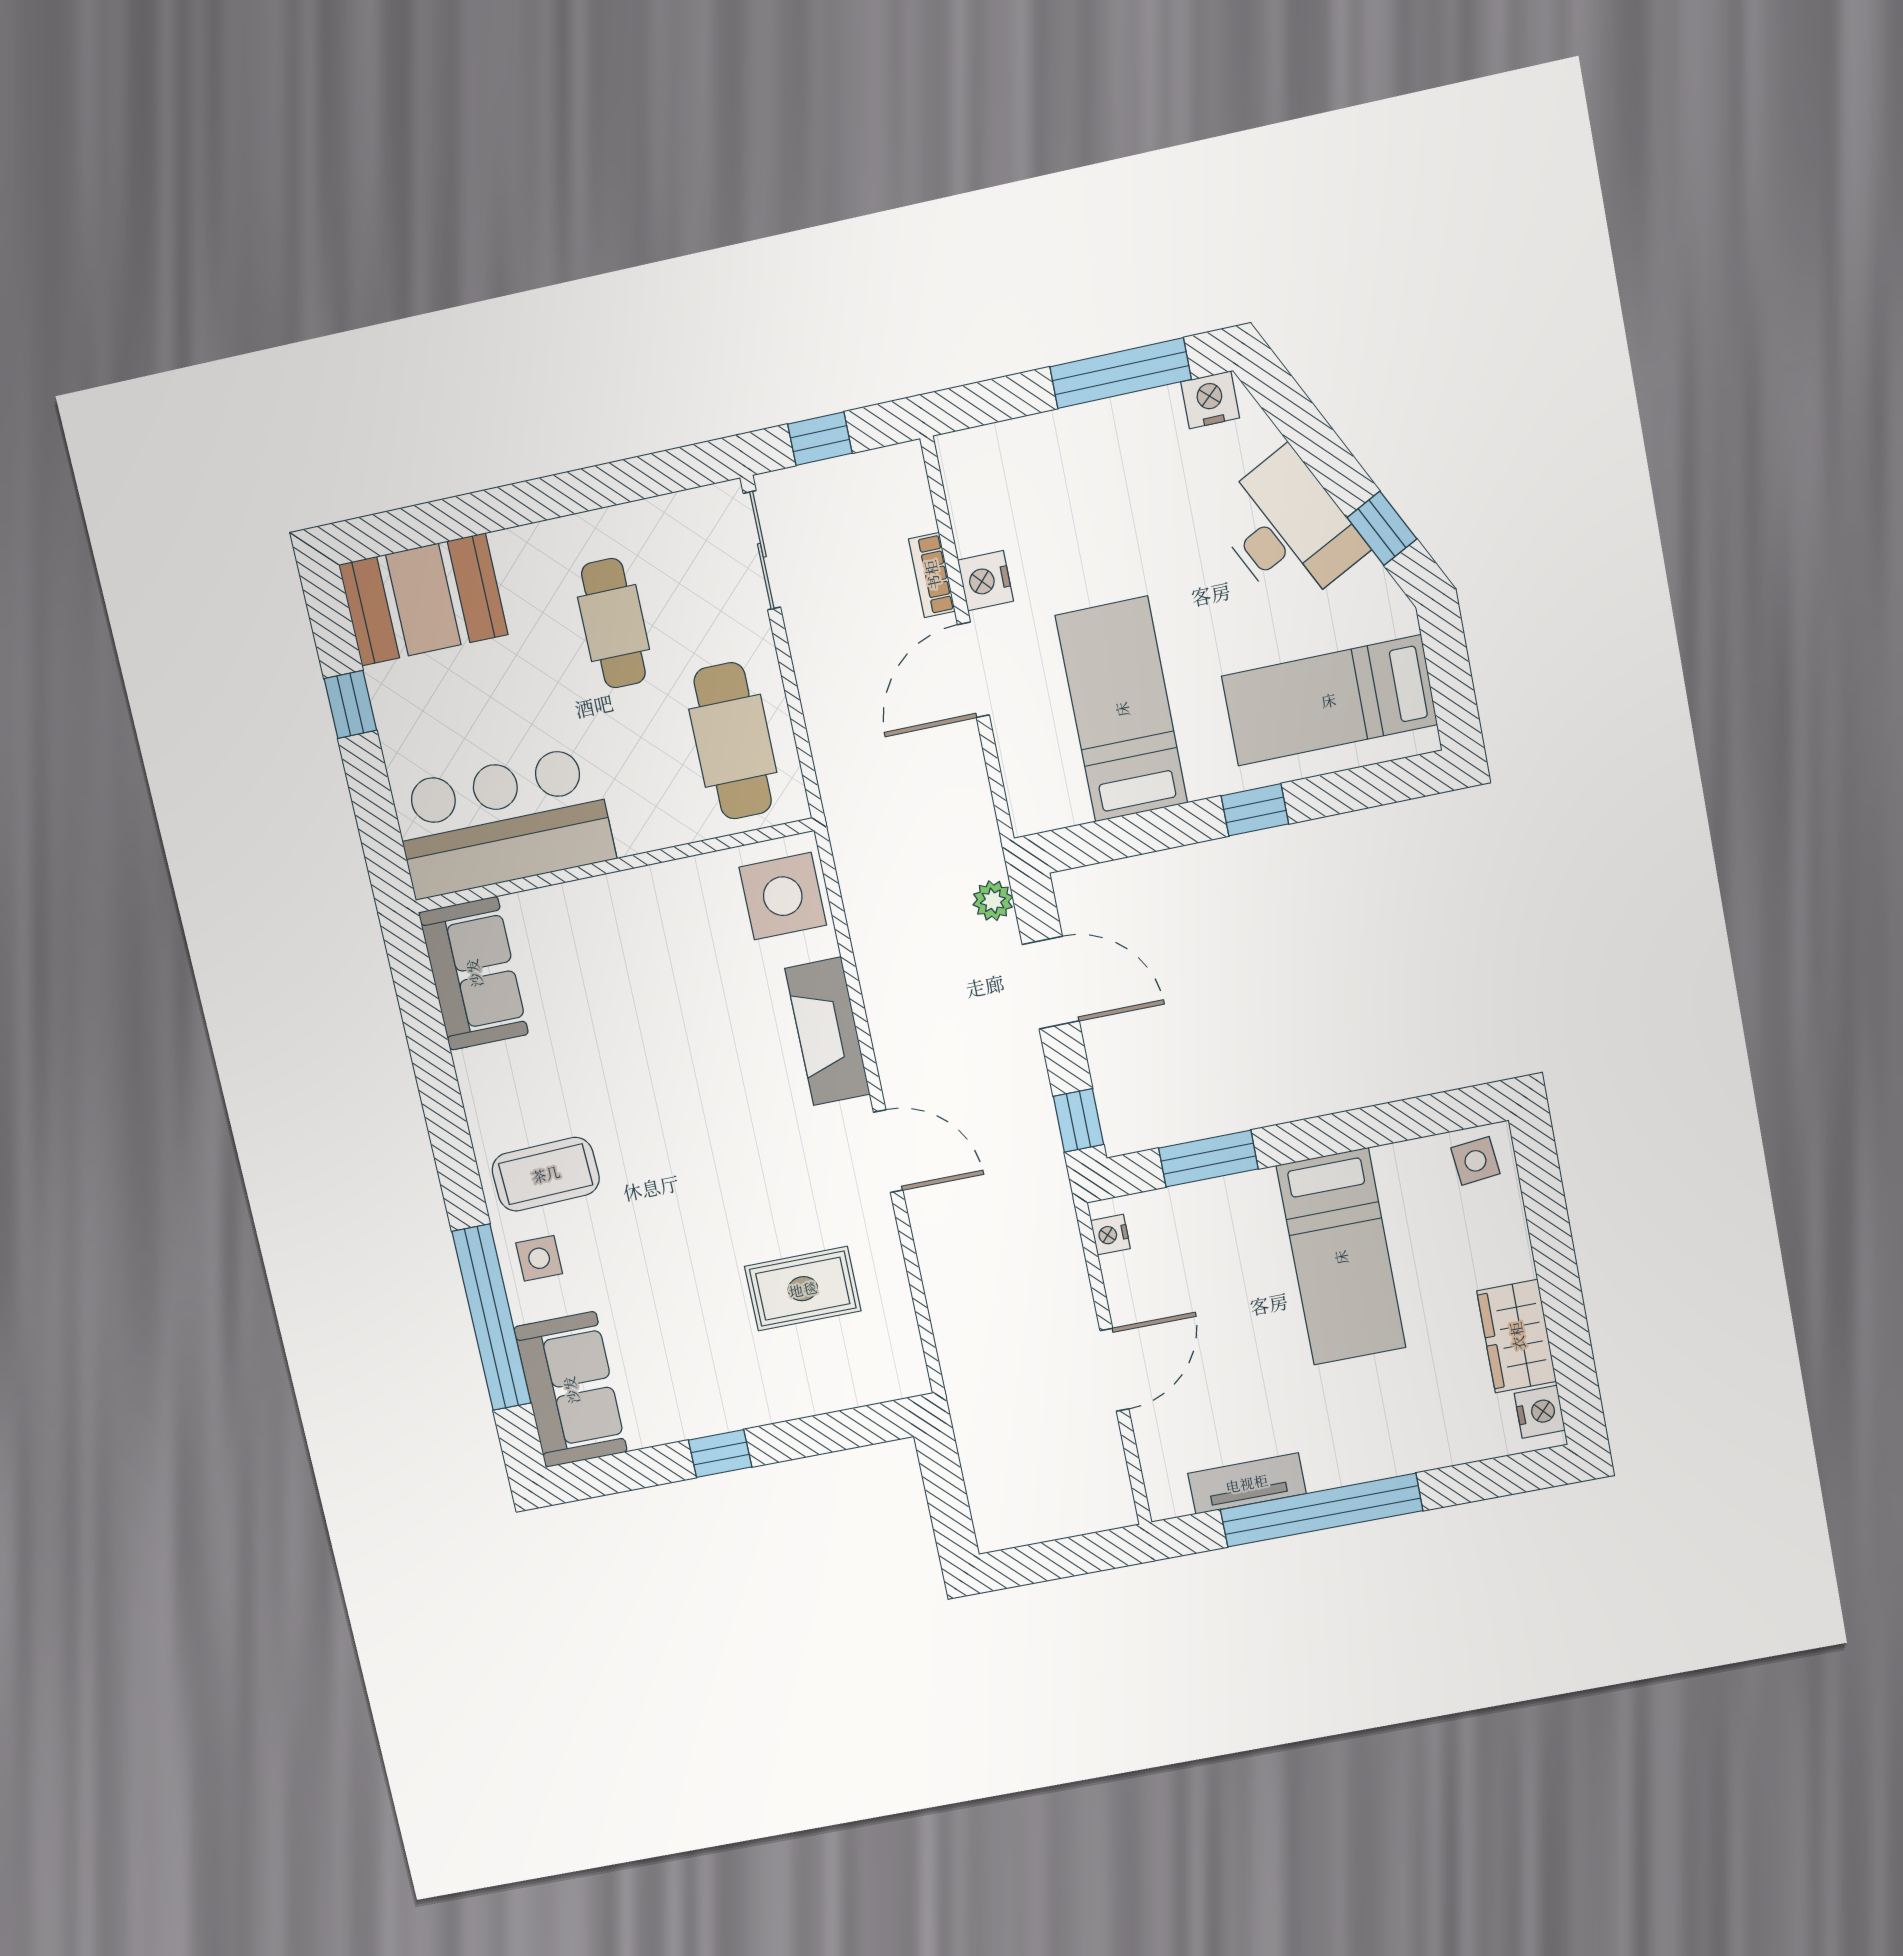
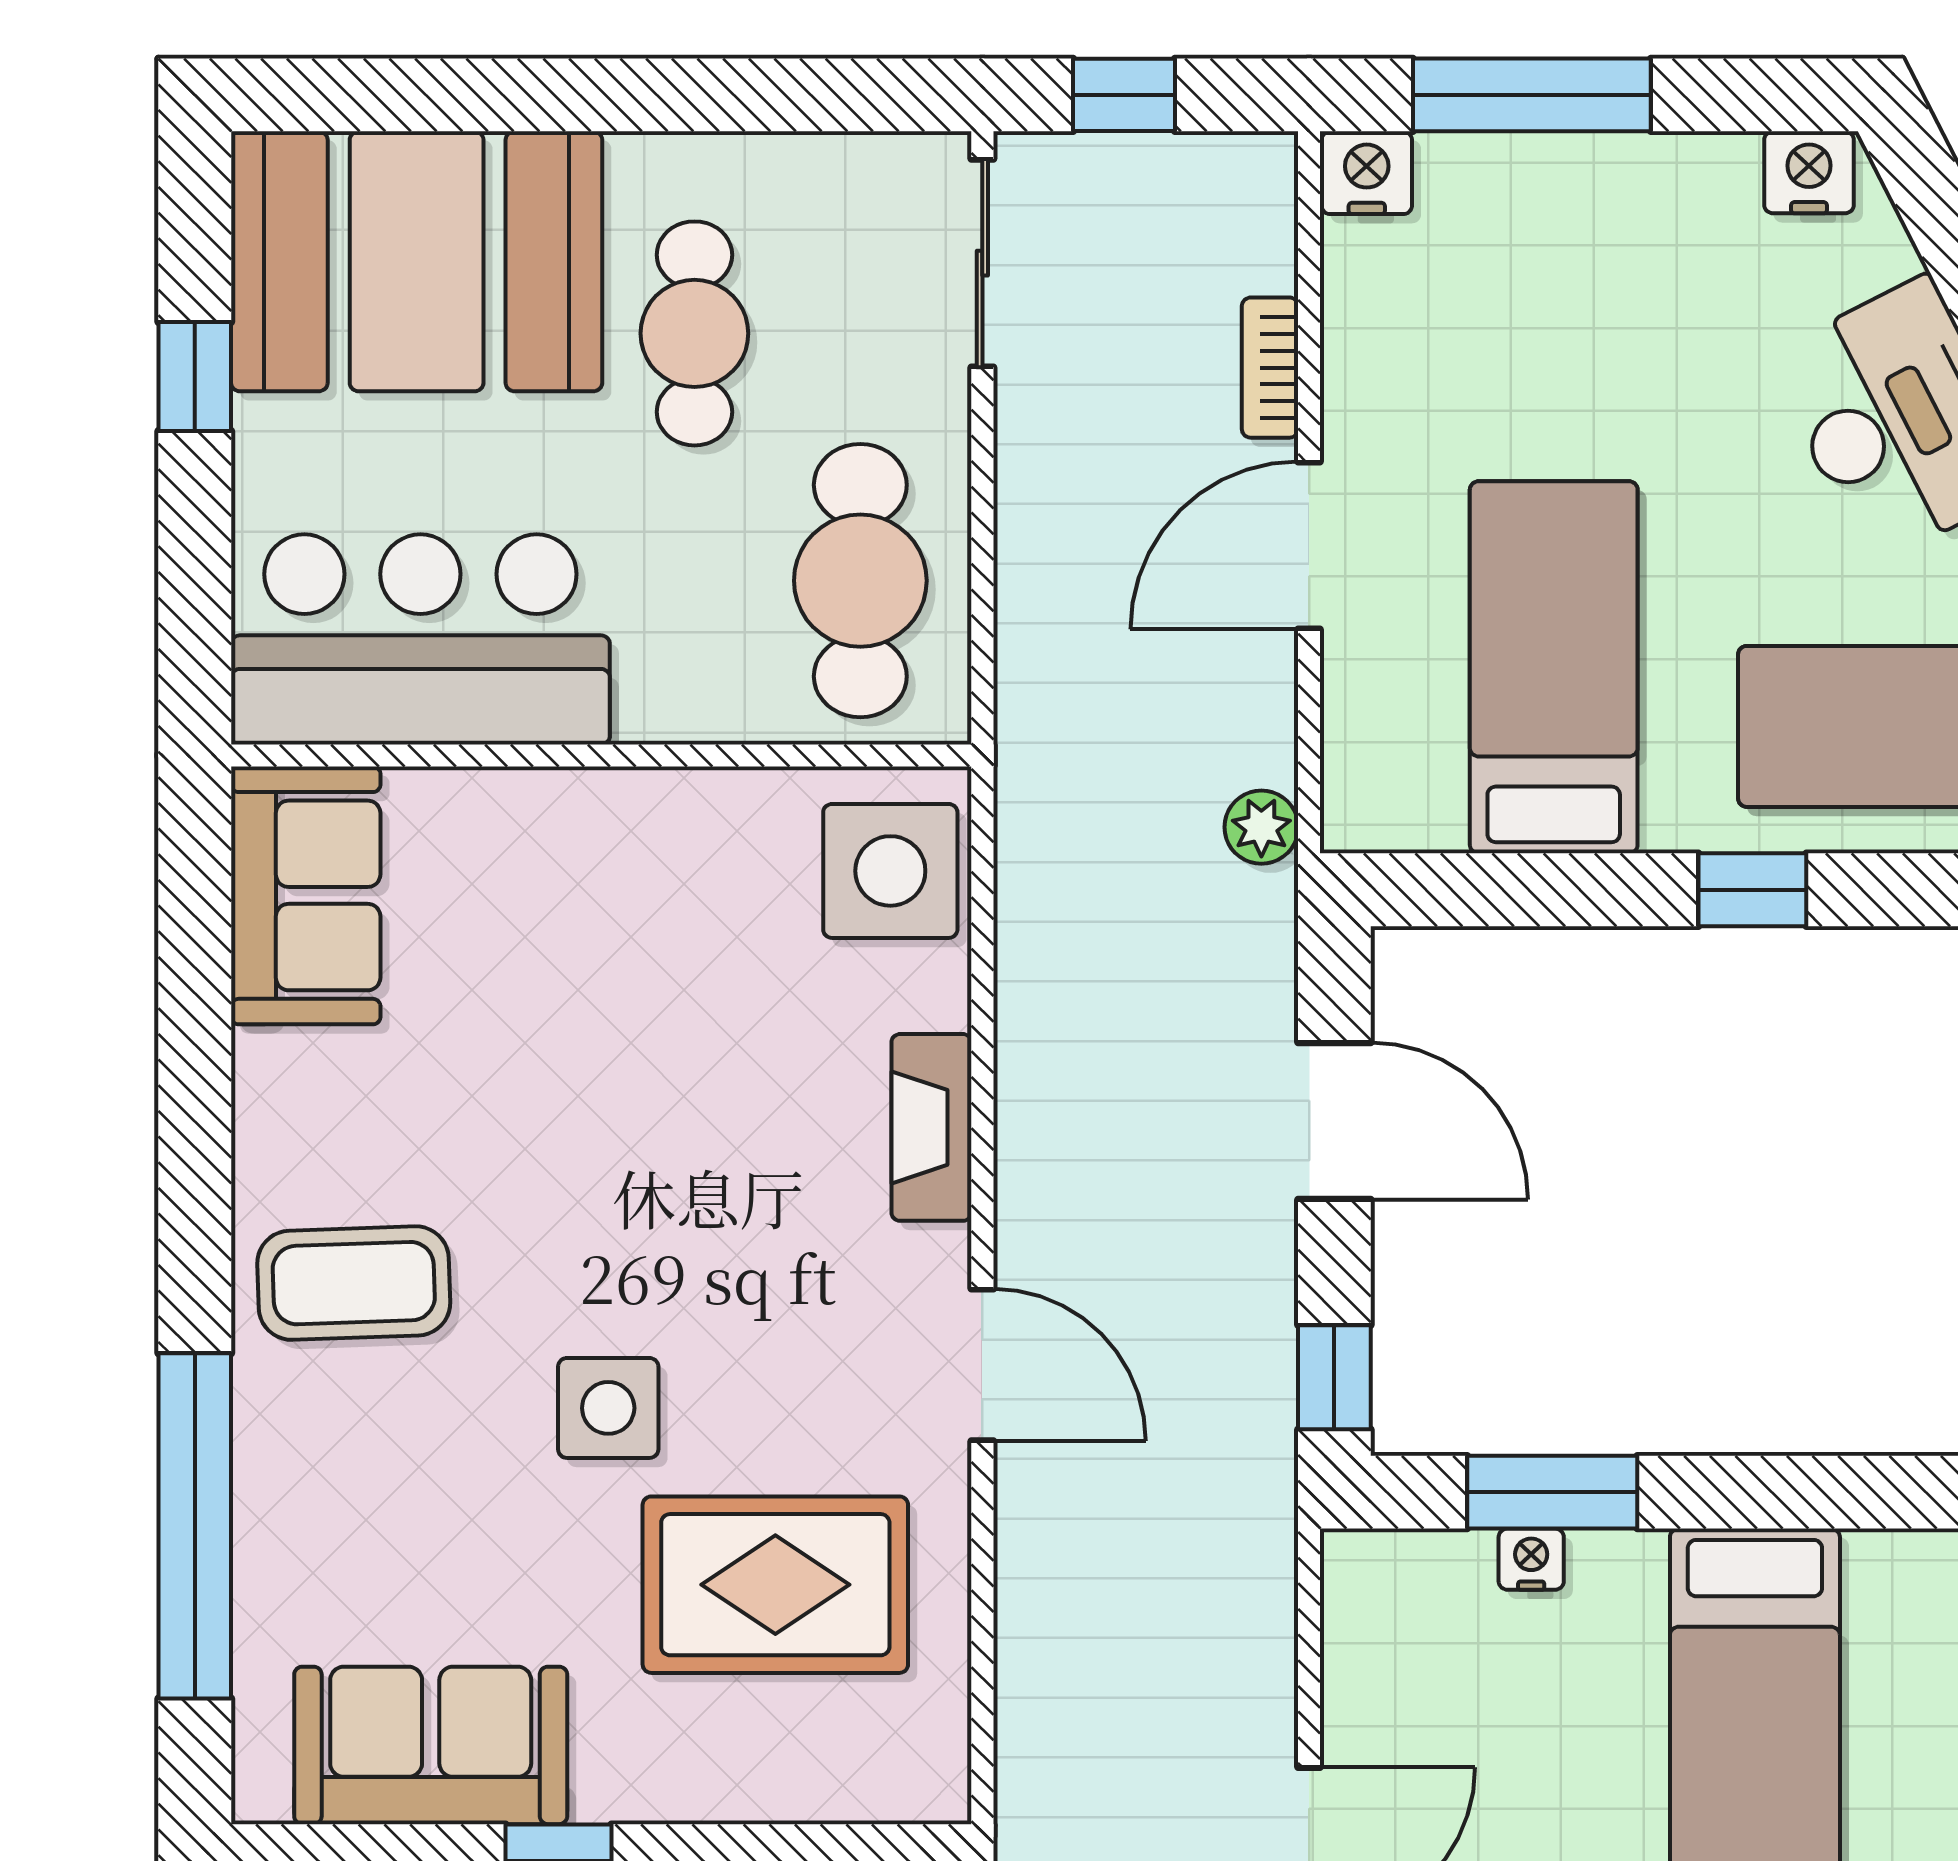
window: (1121, 373) -> (1532, 95), moved
nightstand: (986, 581) -> (1367, 173), moved, turned 90
booth: (423, 600) -> (417, 261), width x1.36, depth x1.42
plant: (993, 901) -> (1261, 827), moved
fireplace: (827, 1031) -> (932, 1127), width x0.73, depth x0.76
nightstand: (1110, 1235) -> (1531, 1559), moved, turned 90
side table: (539, 1258) -> (608, 1408), moved, width x1.37, depth x1.37
rug: (803, 1289) -> (775, 1585), width x1.36, depth x1.43
sofa: (571, 1390) -> (431, 1745), moved, turned -90

